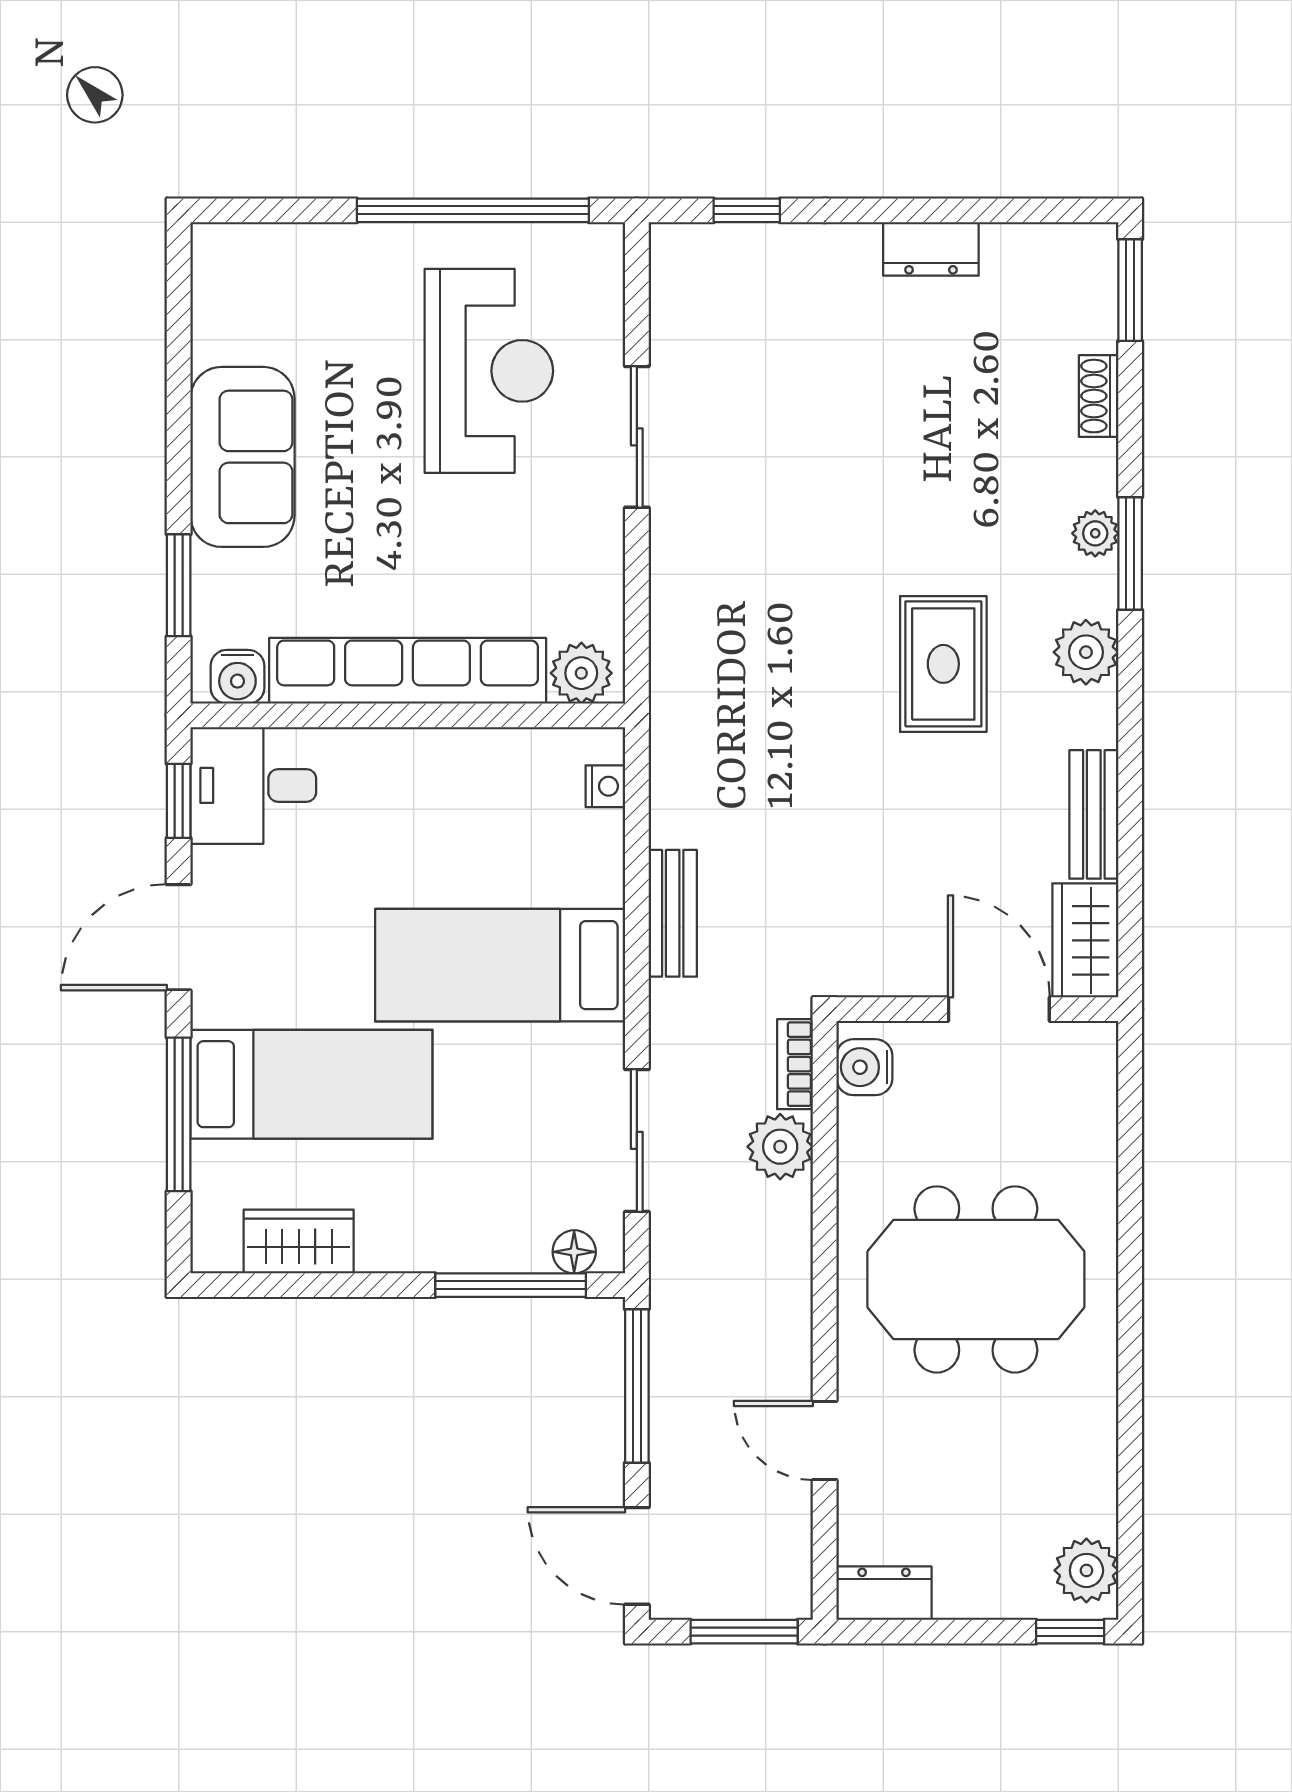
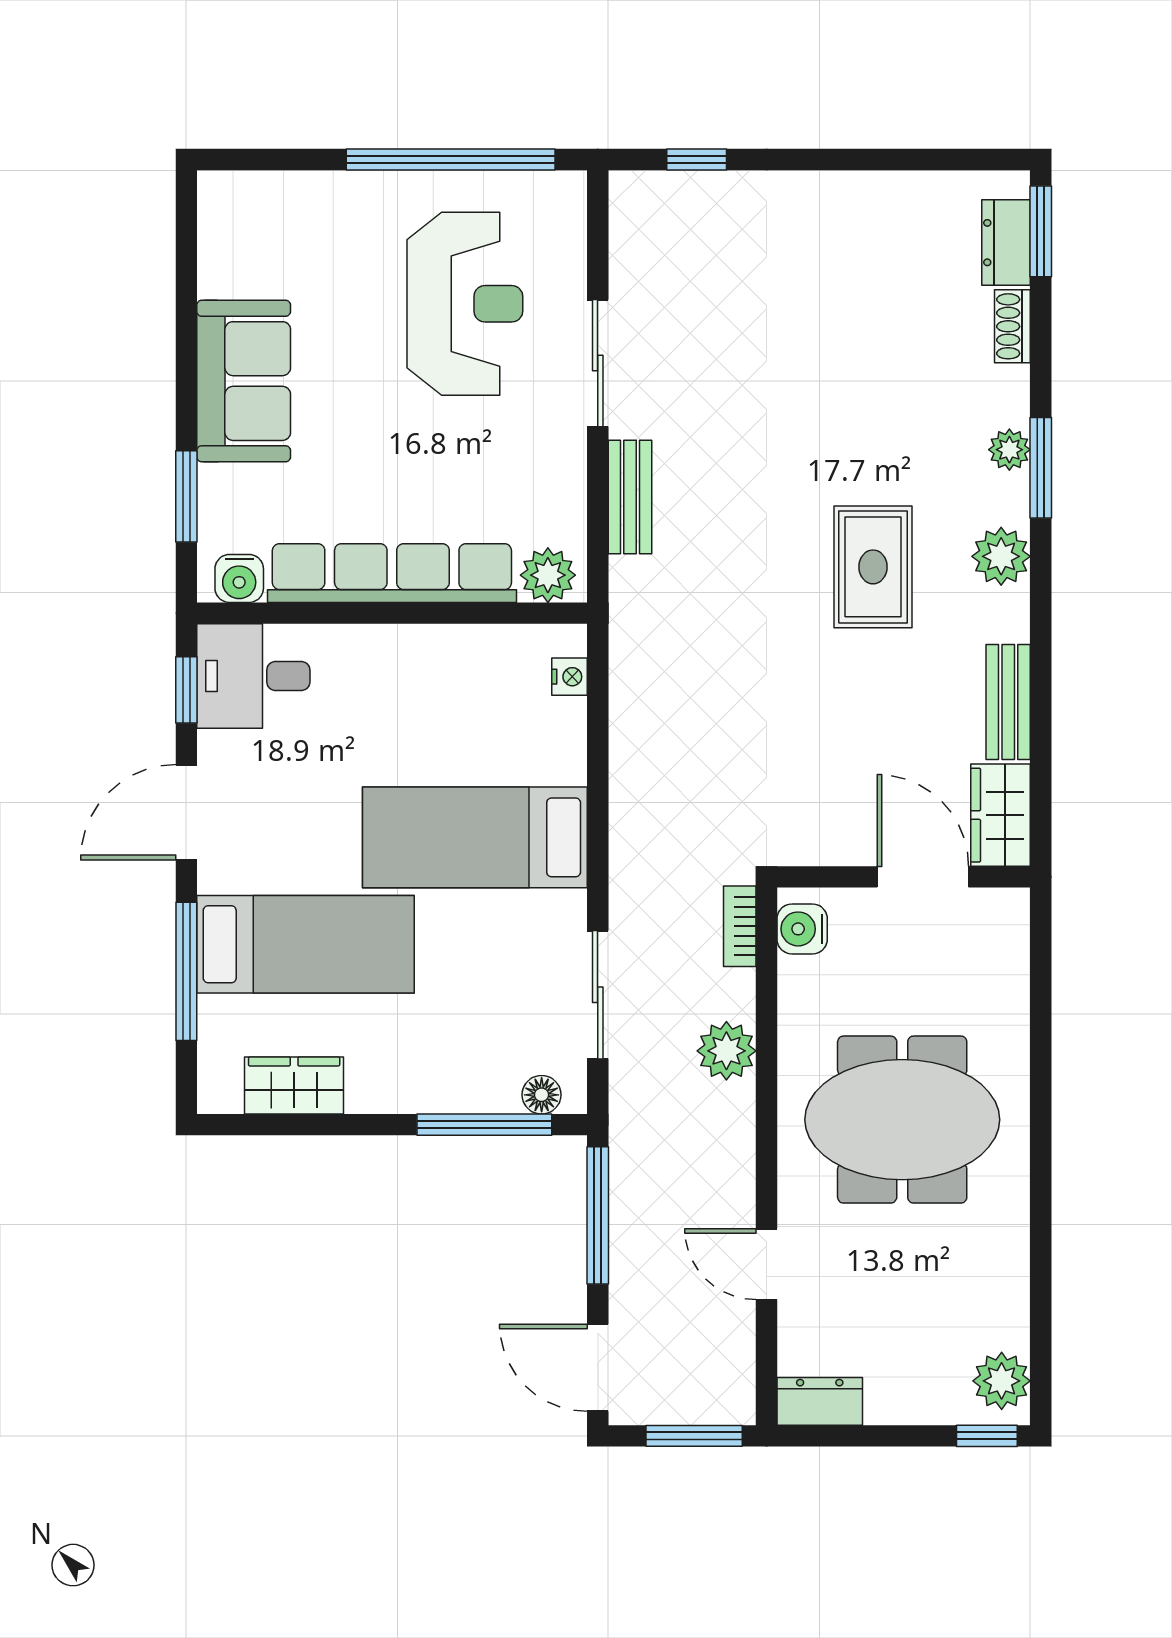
dresser: (931, 249) -> (1006, 243), moved, turned 90
bench: (673, 913) -> (630, 497), moved
plant: (780, 1147) -> (726, 1051), moved

